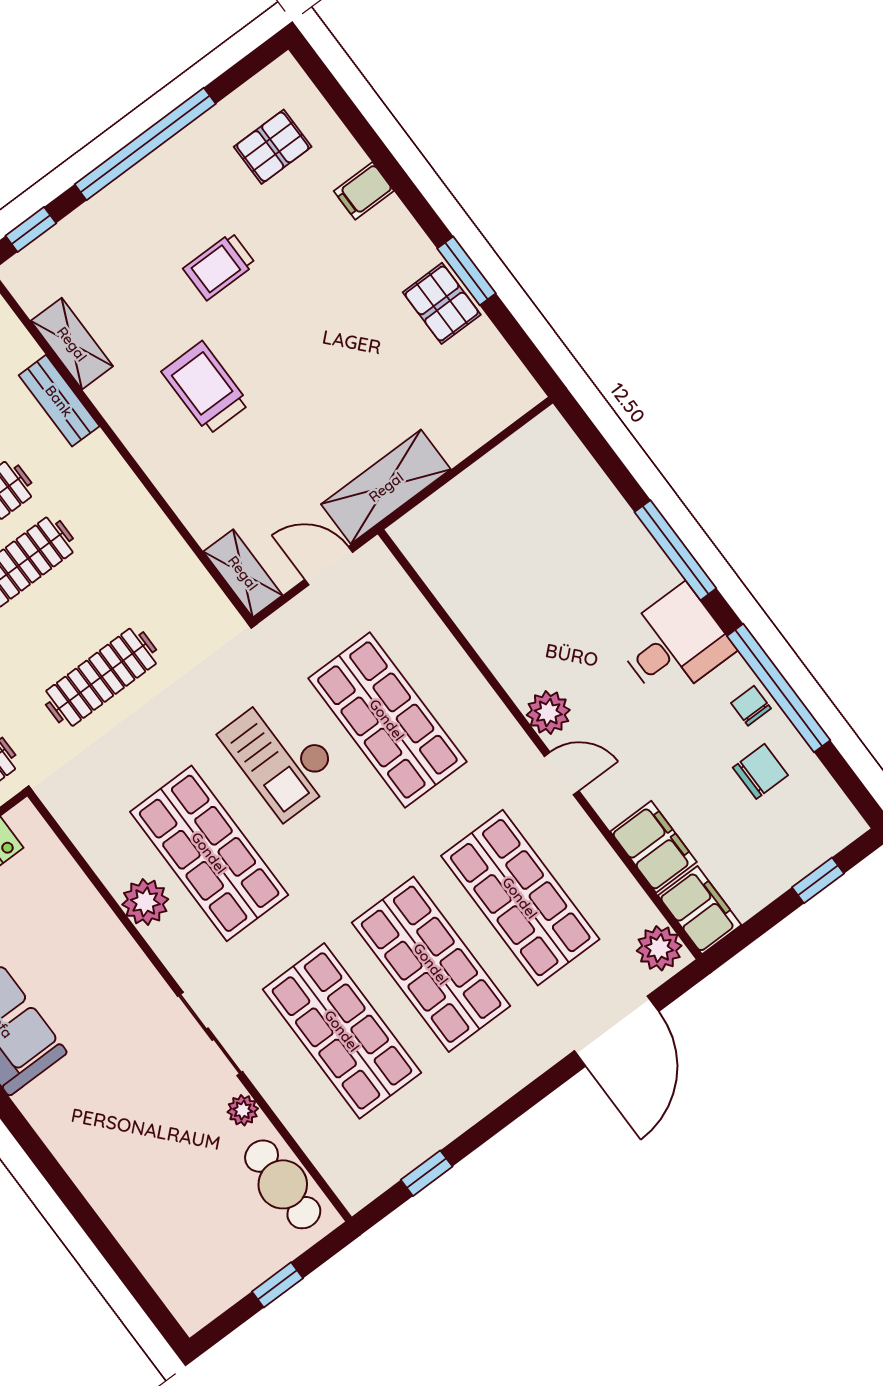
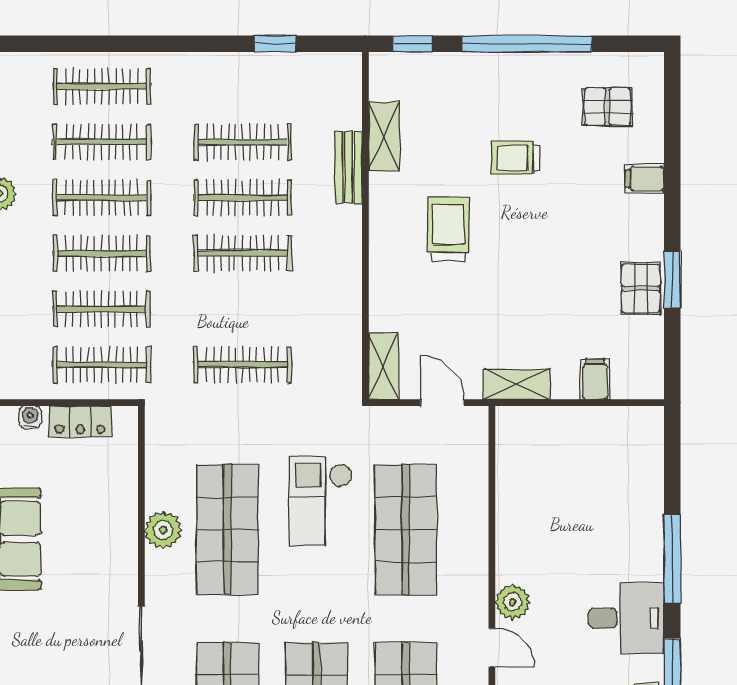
filing cabinet: (464, 428) -> (595, 379), added
shelving: (386, 487) -> (517, 384), width x0.67, depth x0.75

